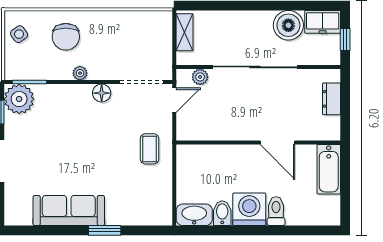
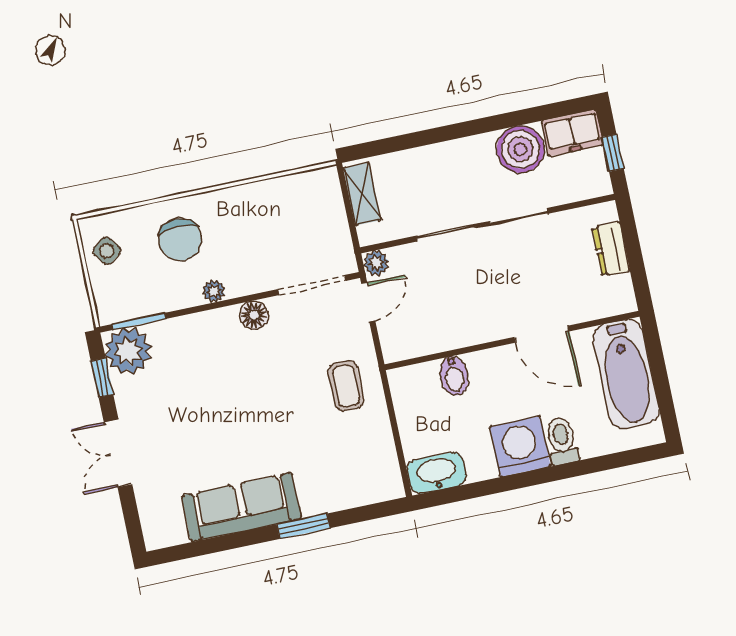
plant: (200, 77) -> (376, 263), moved
bathtub: (329, 169) -> (626, 374), width x1.36, depth x1.36
bidet: (222, 213) -> (454, 376), moved, turned 180

